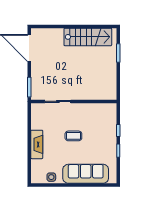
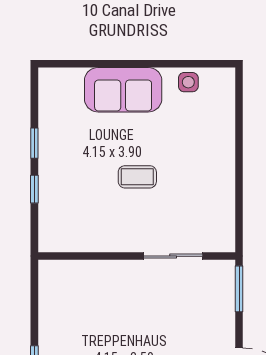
fireplace: (37, 144) -> (222, 157), removed
sofa: (86, 174) -> (123, 90), width x0.73

